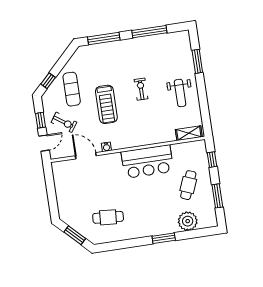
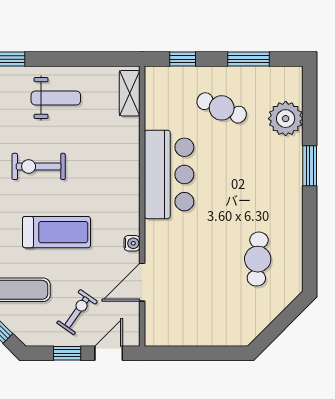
exercise bike: (141, 89) -> (39, 166), width x1.38, depth x1.39
door: (44, 143) -> (109, 353), hinge flipped
window: (75, 235) -> (281, 323), removed

